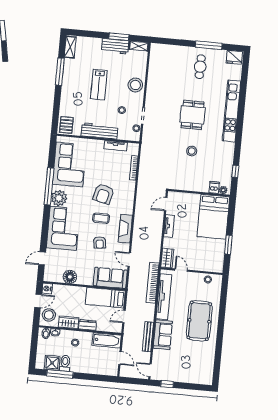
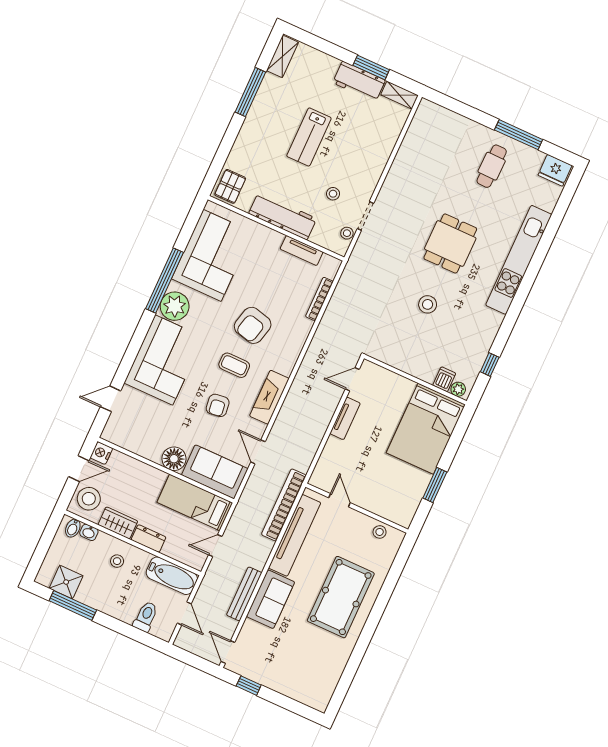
stool: (135, 85) -> (371, 159), removed
wardrobe: (167, 258) -> (323, 472), removed
floor lamp: (70, 277) -> (174, 459), moved
toilet: (65, 363) -> (146, 617), moved

